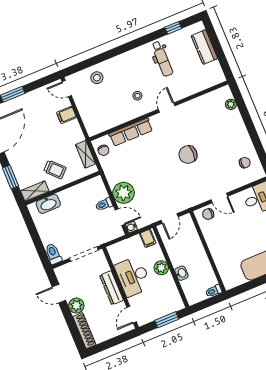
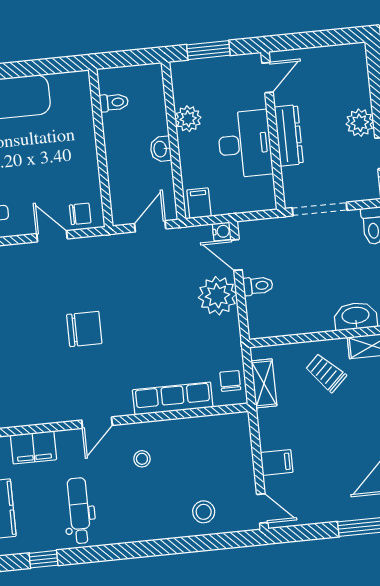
filing cabinet: (196, 85) -> (33, 447), added
plant: (161, 268) -> (188, 119), moved
washbasin: (181, 273) -> (161, 149), moved
toilet: (214, 291) -> (114, 102), moved
shoe rack: (84, 331) -> (359, 74), removed

